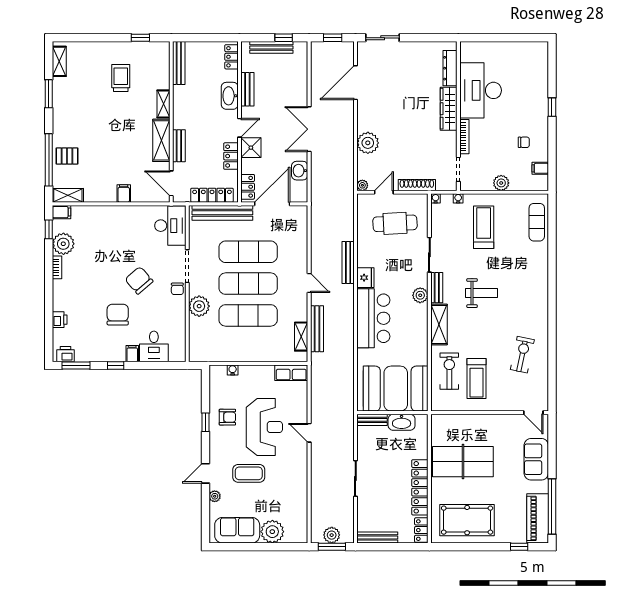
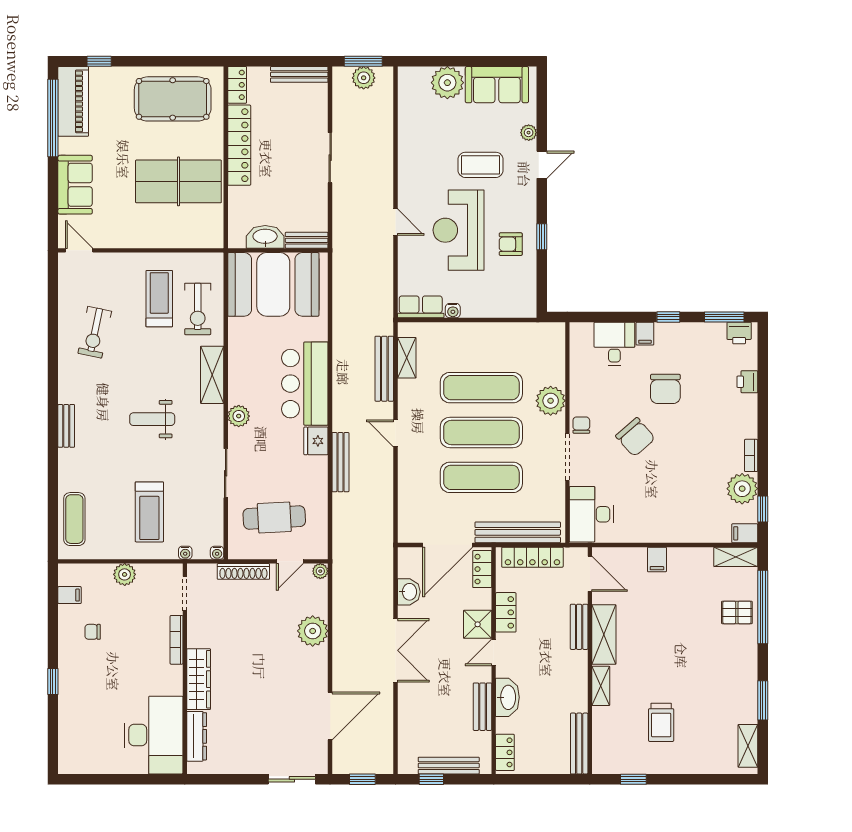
desk: (481, 90) -> (154, 735), moved
bench: (437, 288) -> (66, 426), moved
water cooler: (233, 370) -> (453, 311), moved

